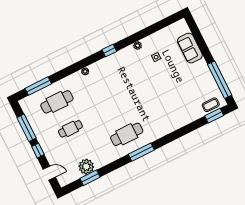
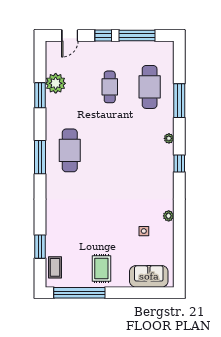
sofa: (190, 48) -> (149, 276), moved
window: (109, 51) -> (179, 163), moved
rug: (196, 73) -> (101, 268), added
window: (38, 86) -> (179, 101), moved
window: (214, 116) -> (40, 247), moved
window: (90, 178) -> (40, 95), moved

